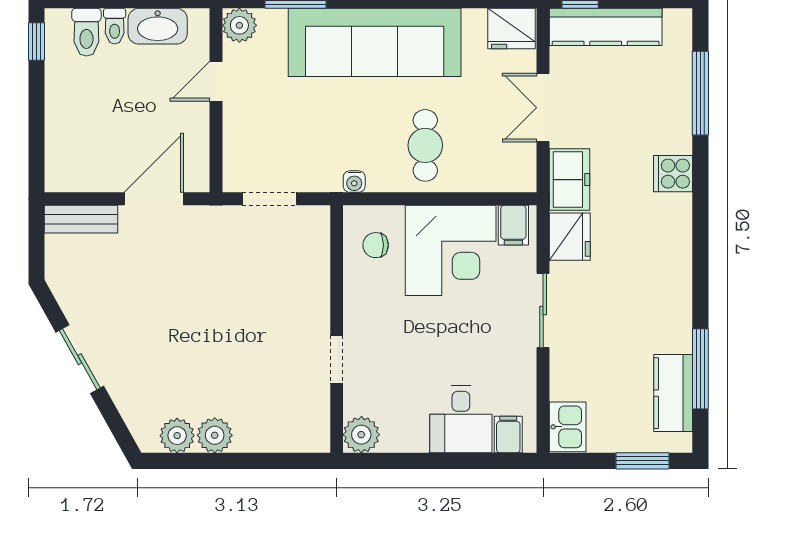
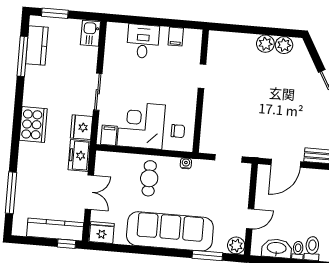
cooker: (673, 174) -> (33, 125), moved, width x1.87, depth x1.31
filing cabinet: (508, 434) -> (176, 37), moved
plant: (361, 435) -> (193, 38), removed

